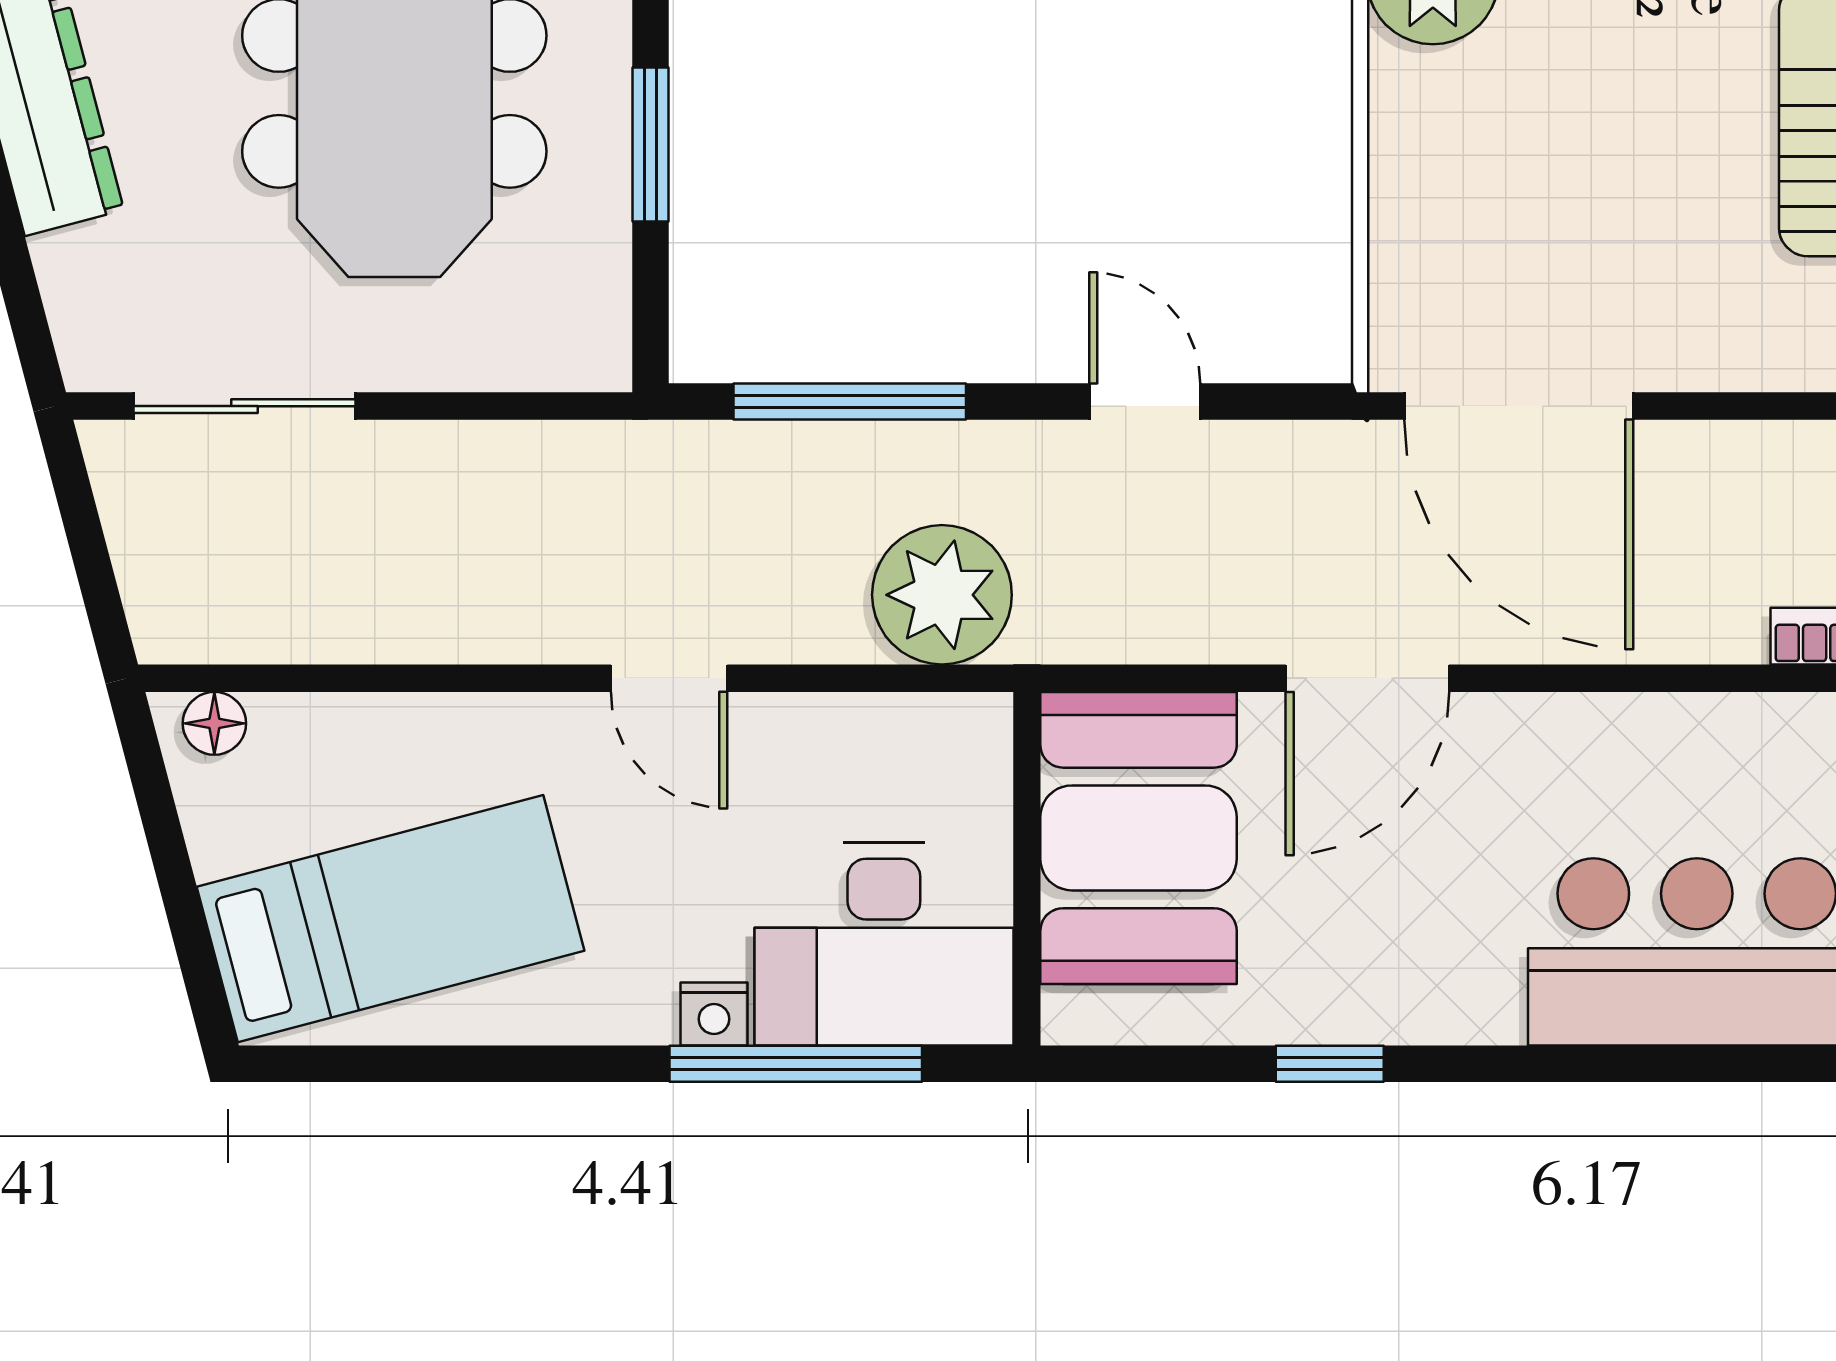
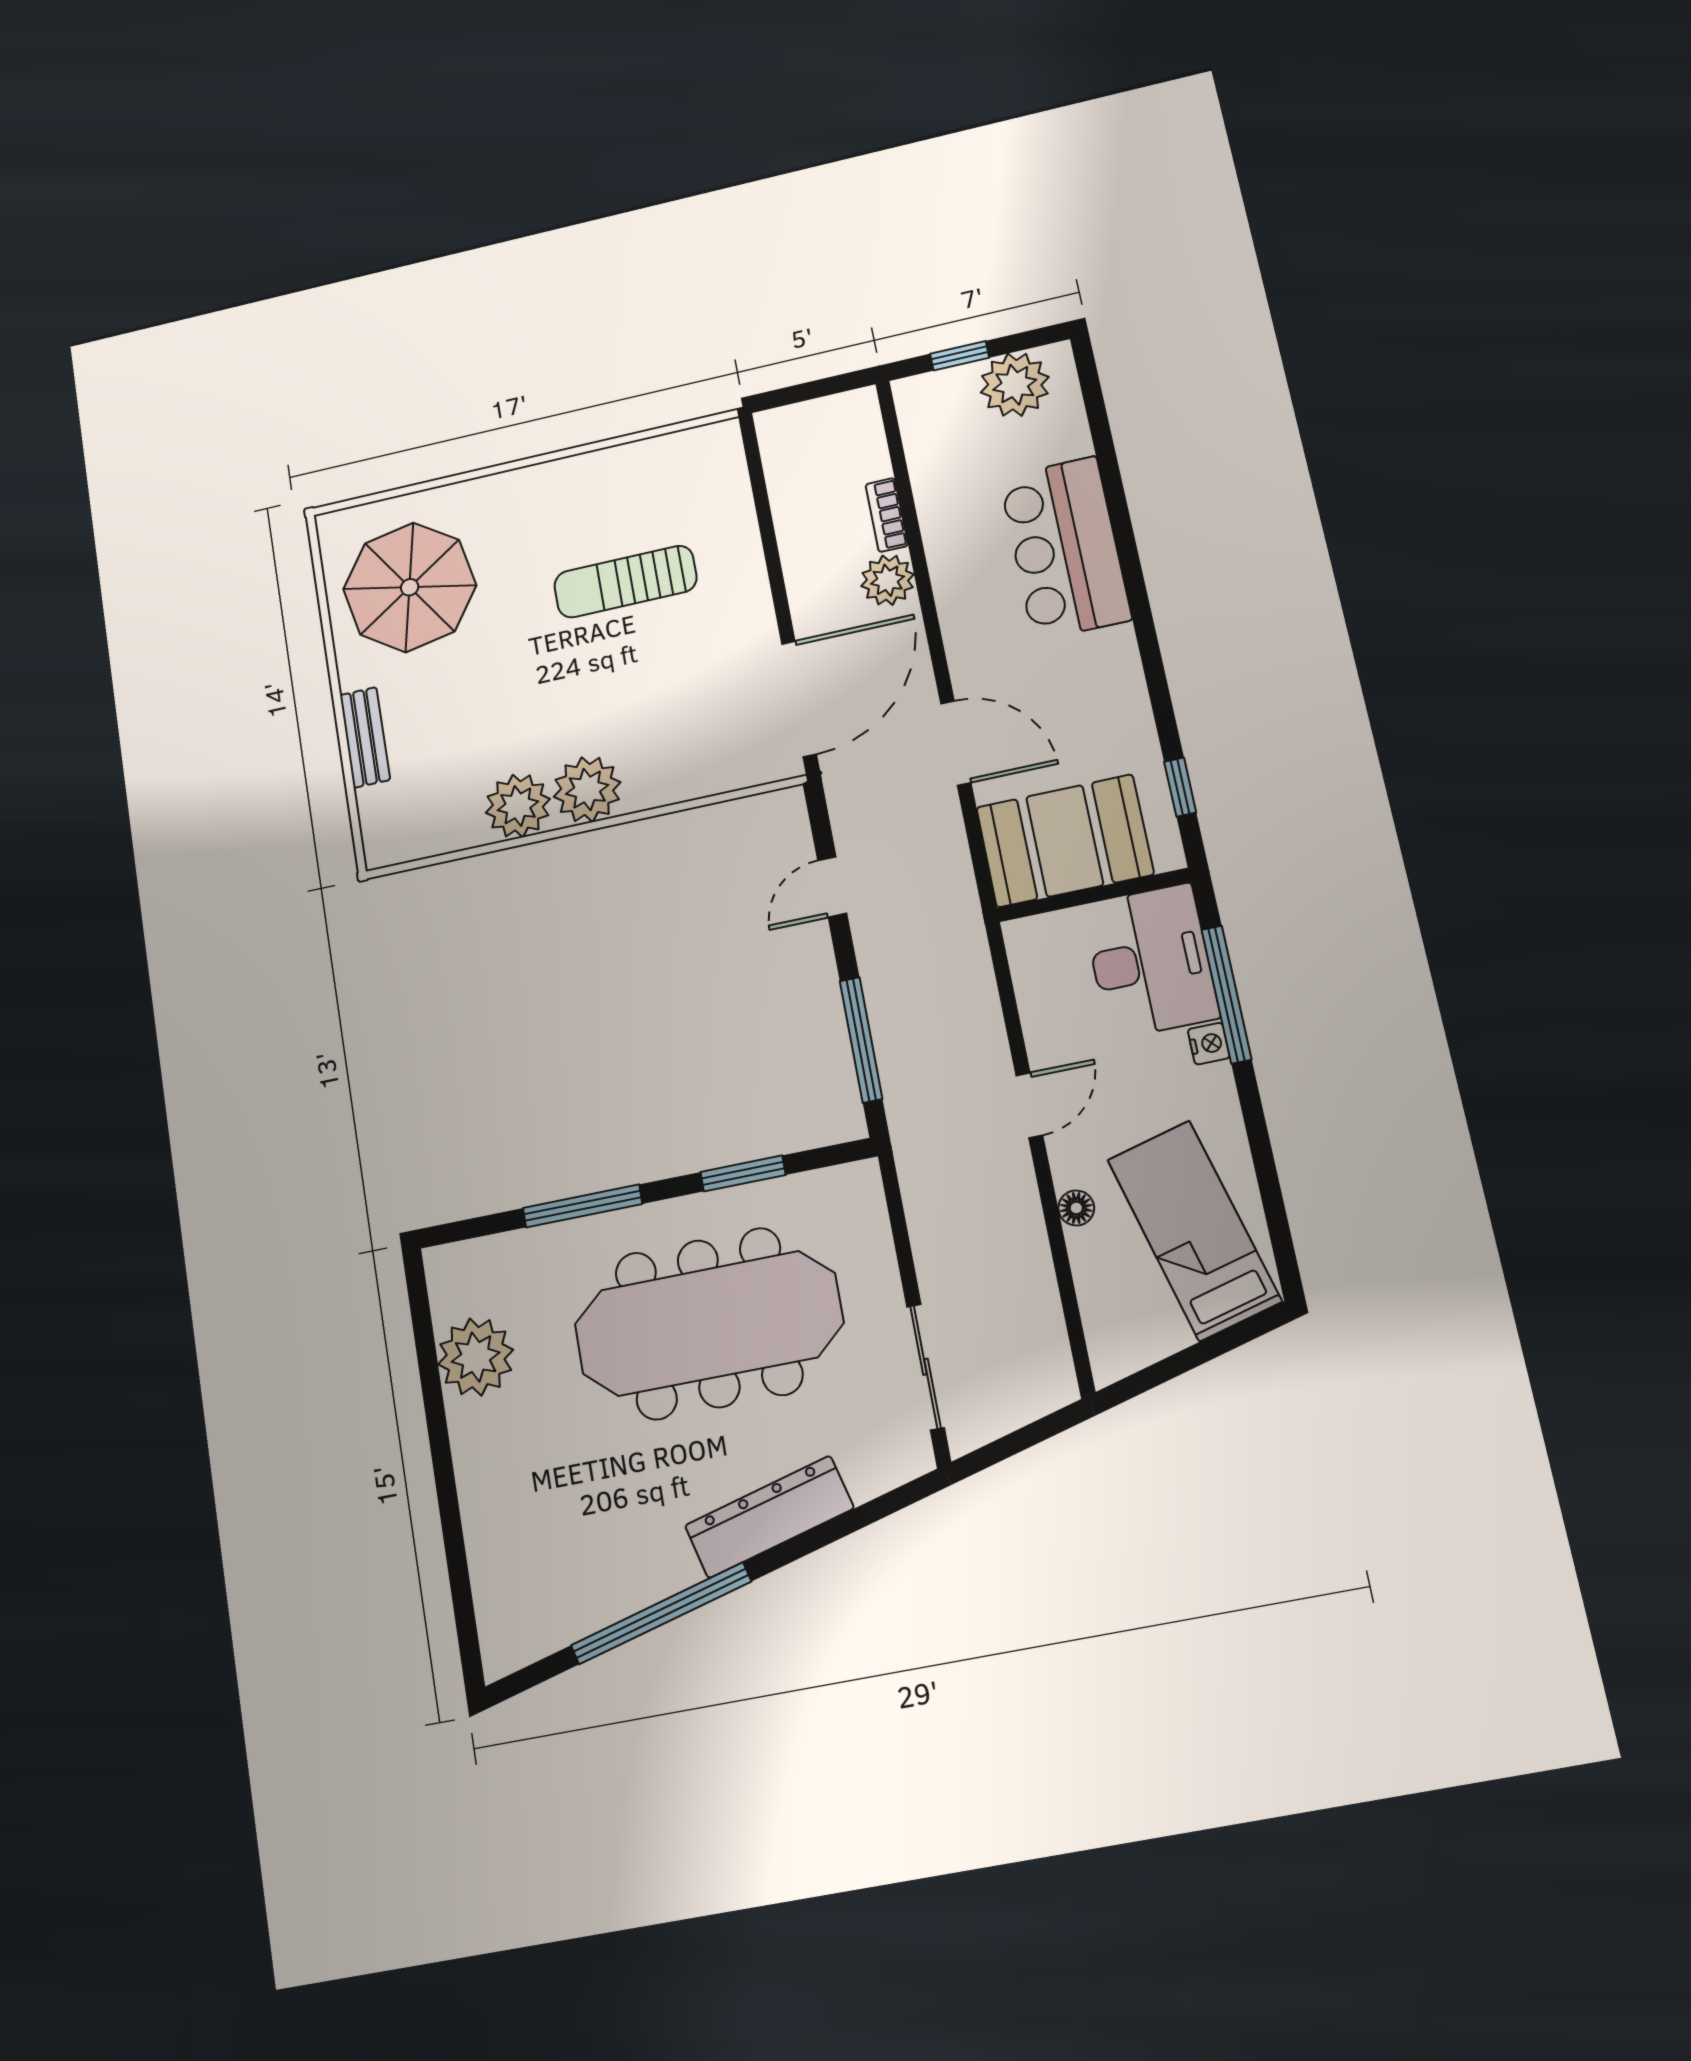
plant: (942, 595) -> (888, 580), moved, width x0.73, depth x0.73
floor lamp: (214, 723) -> (1076, 1208), moved
window: (1330, 1064) -> (1180, 787), moved

